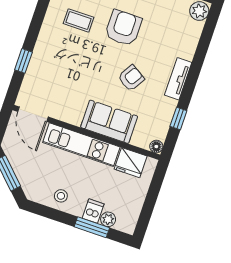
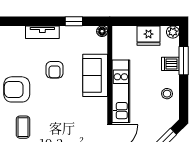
armchair: (131, 78) -> (54, 70), turned -122
fridge: (131, 163) -> (148, 36), moved, turned 90
plant: (108, 219) -> (173, 32), moved

